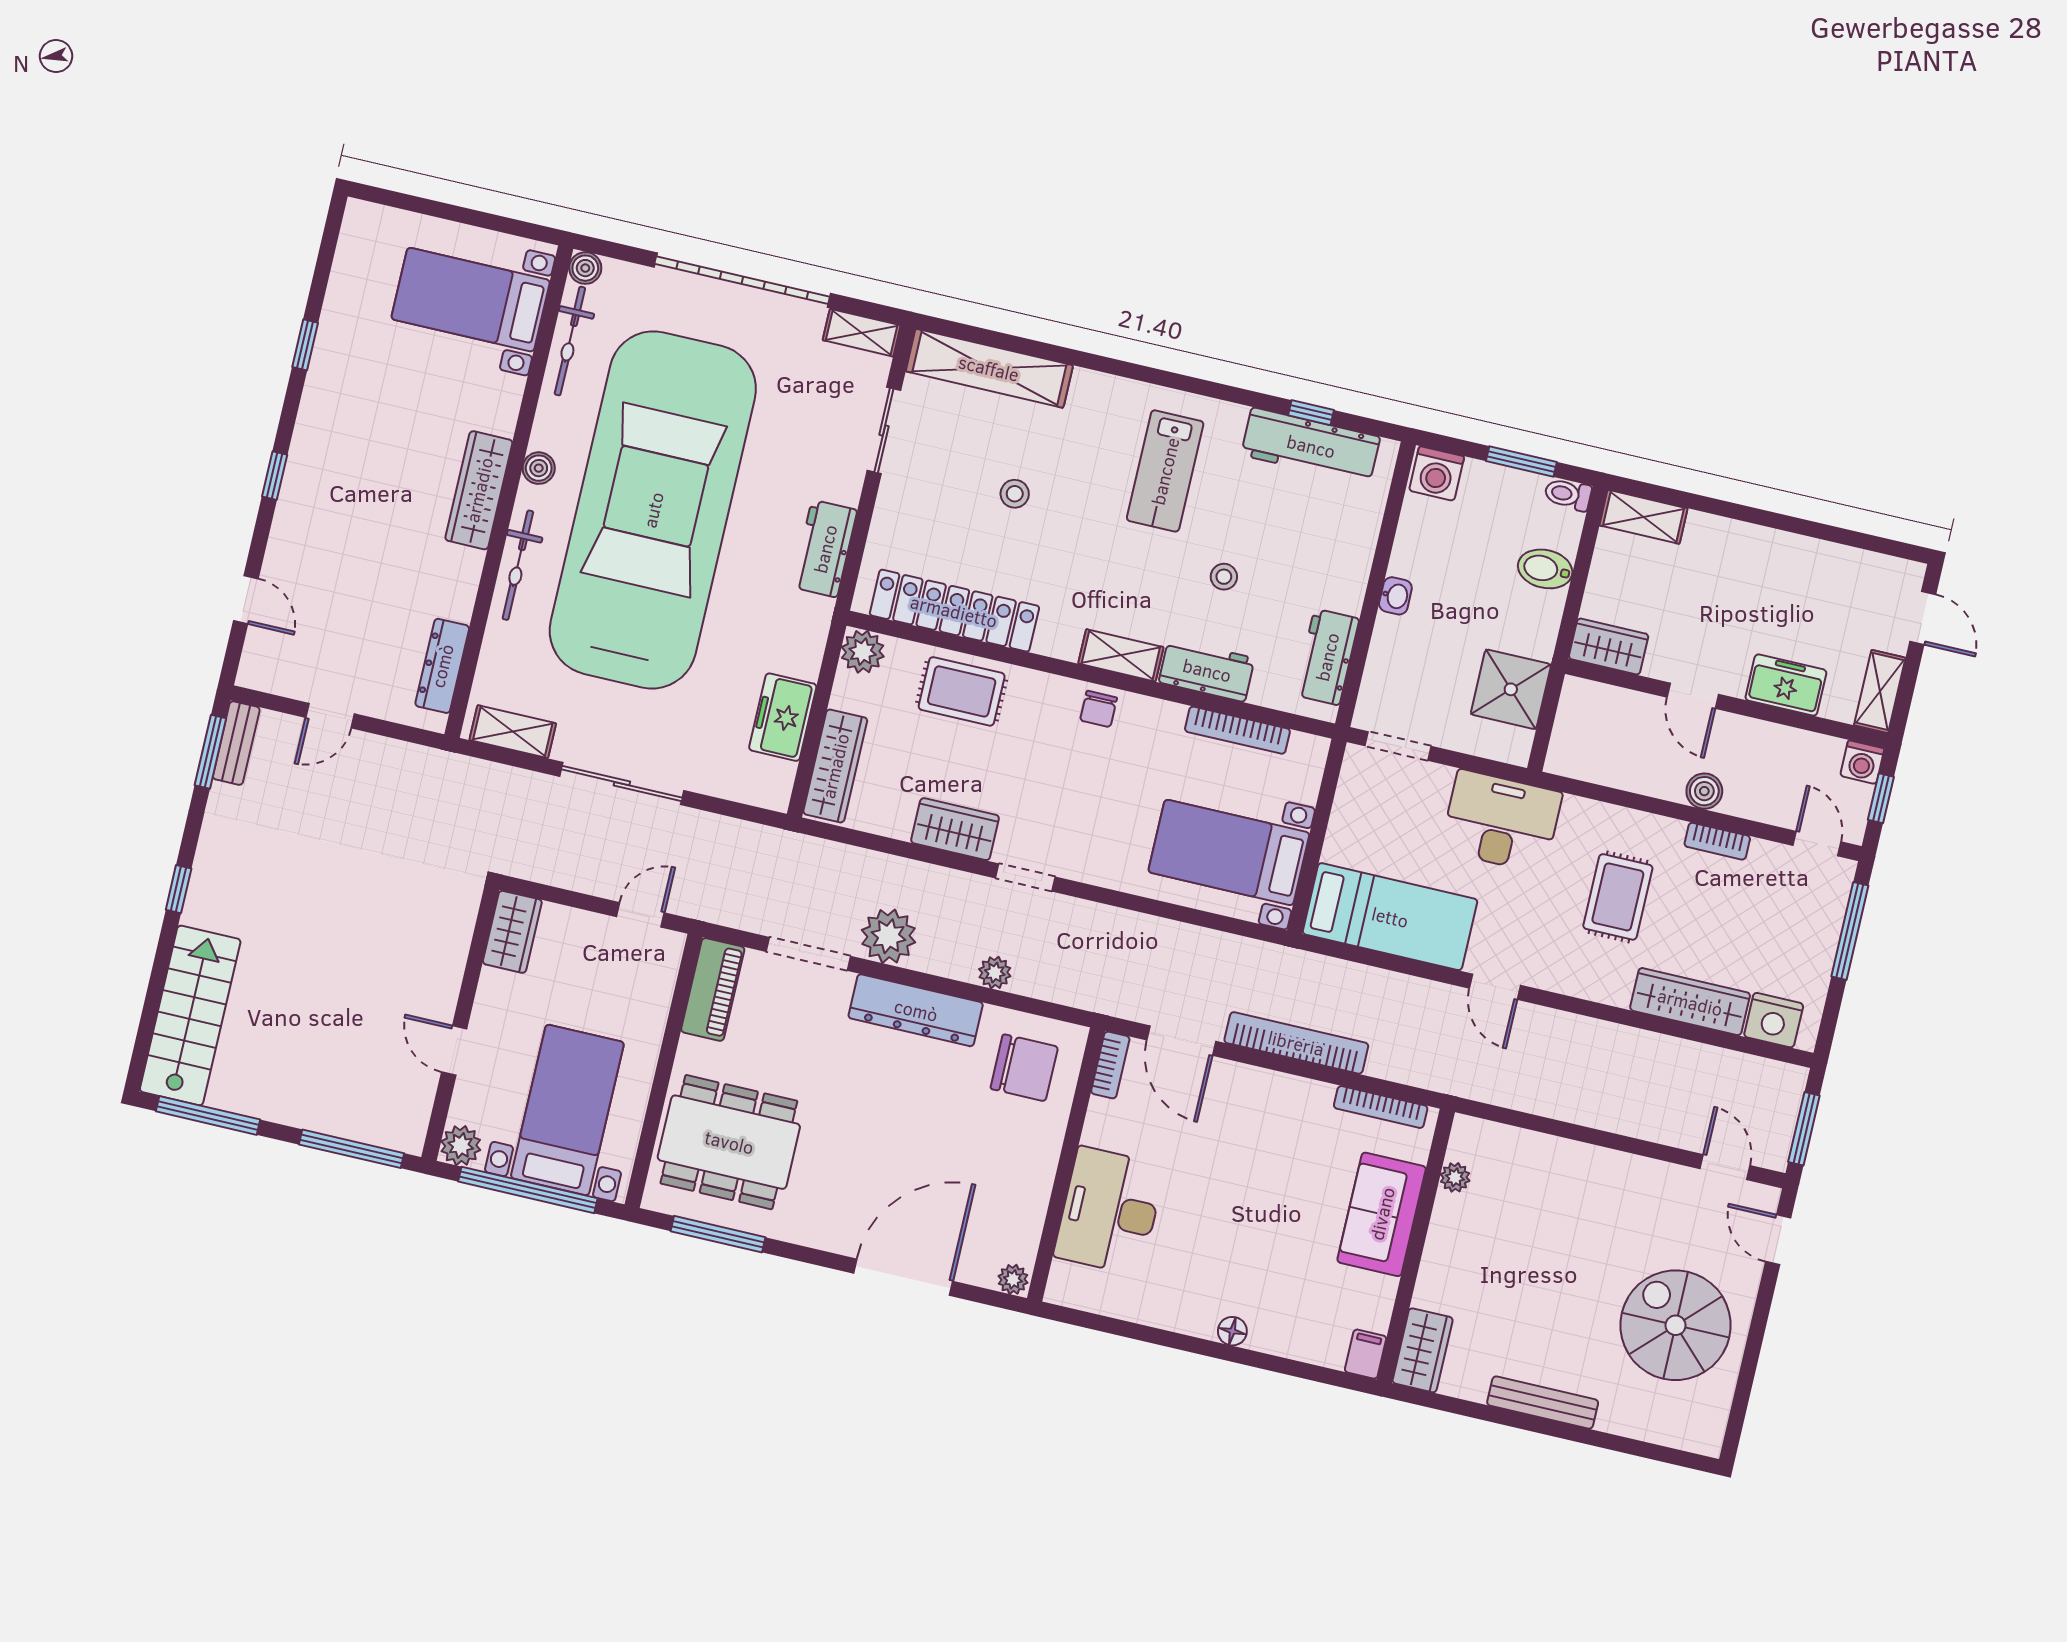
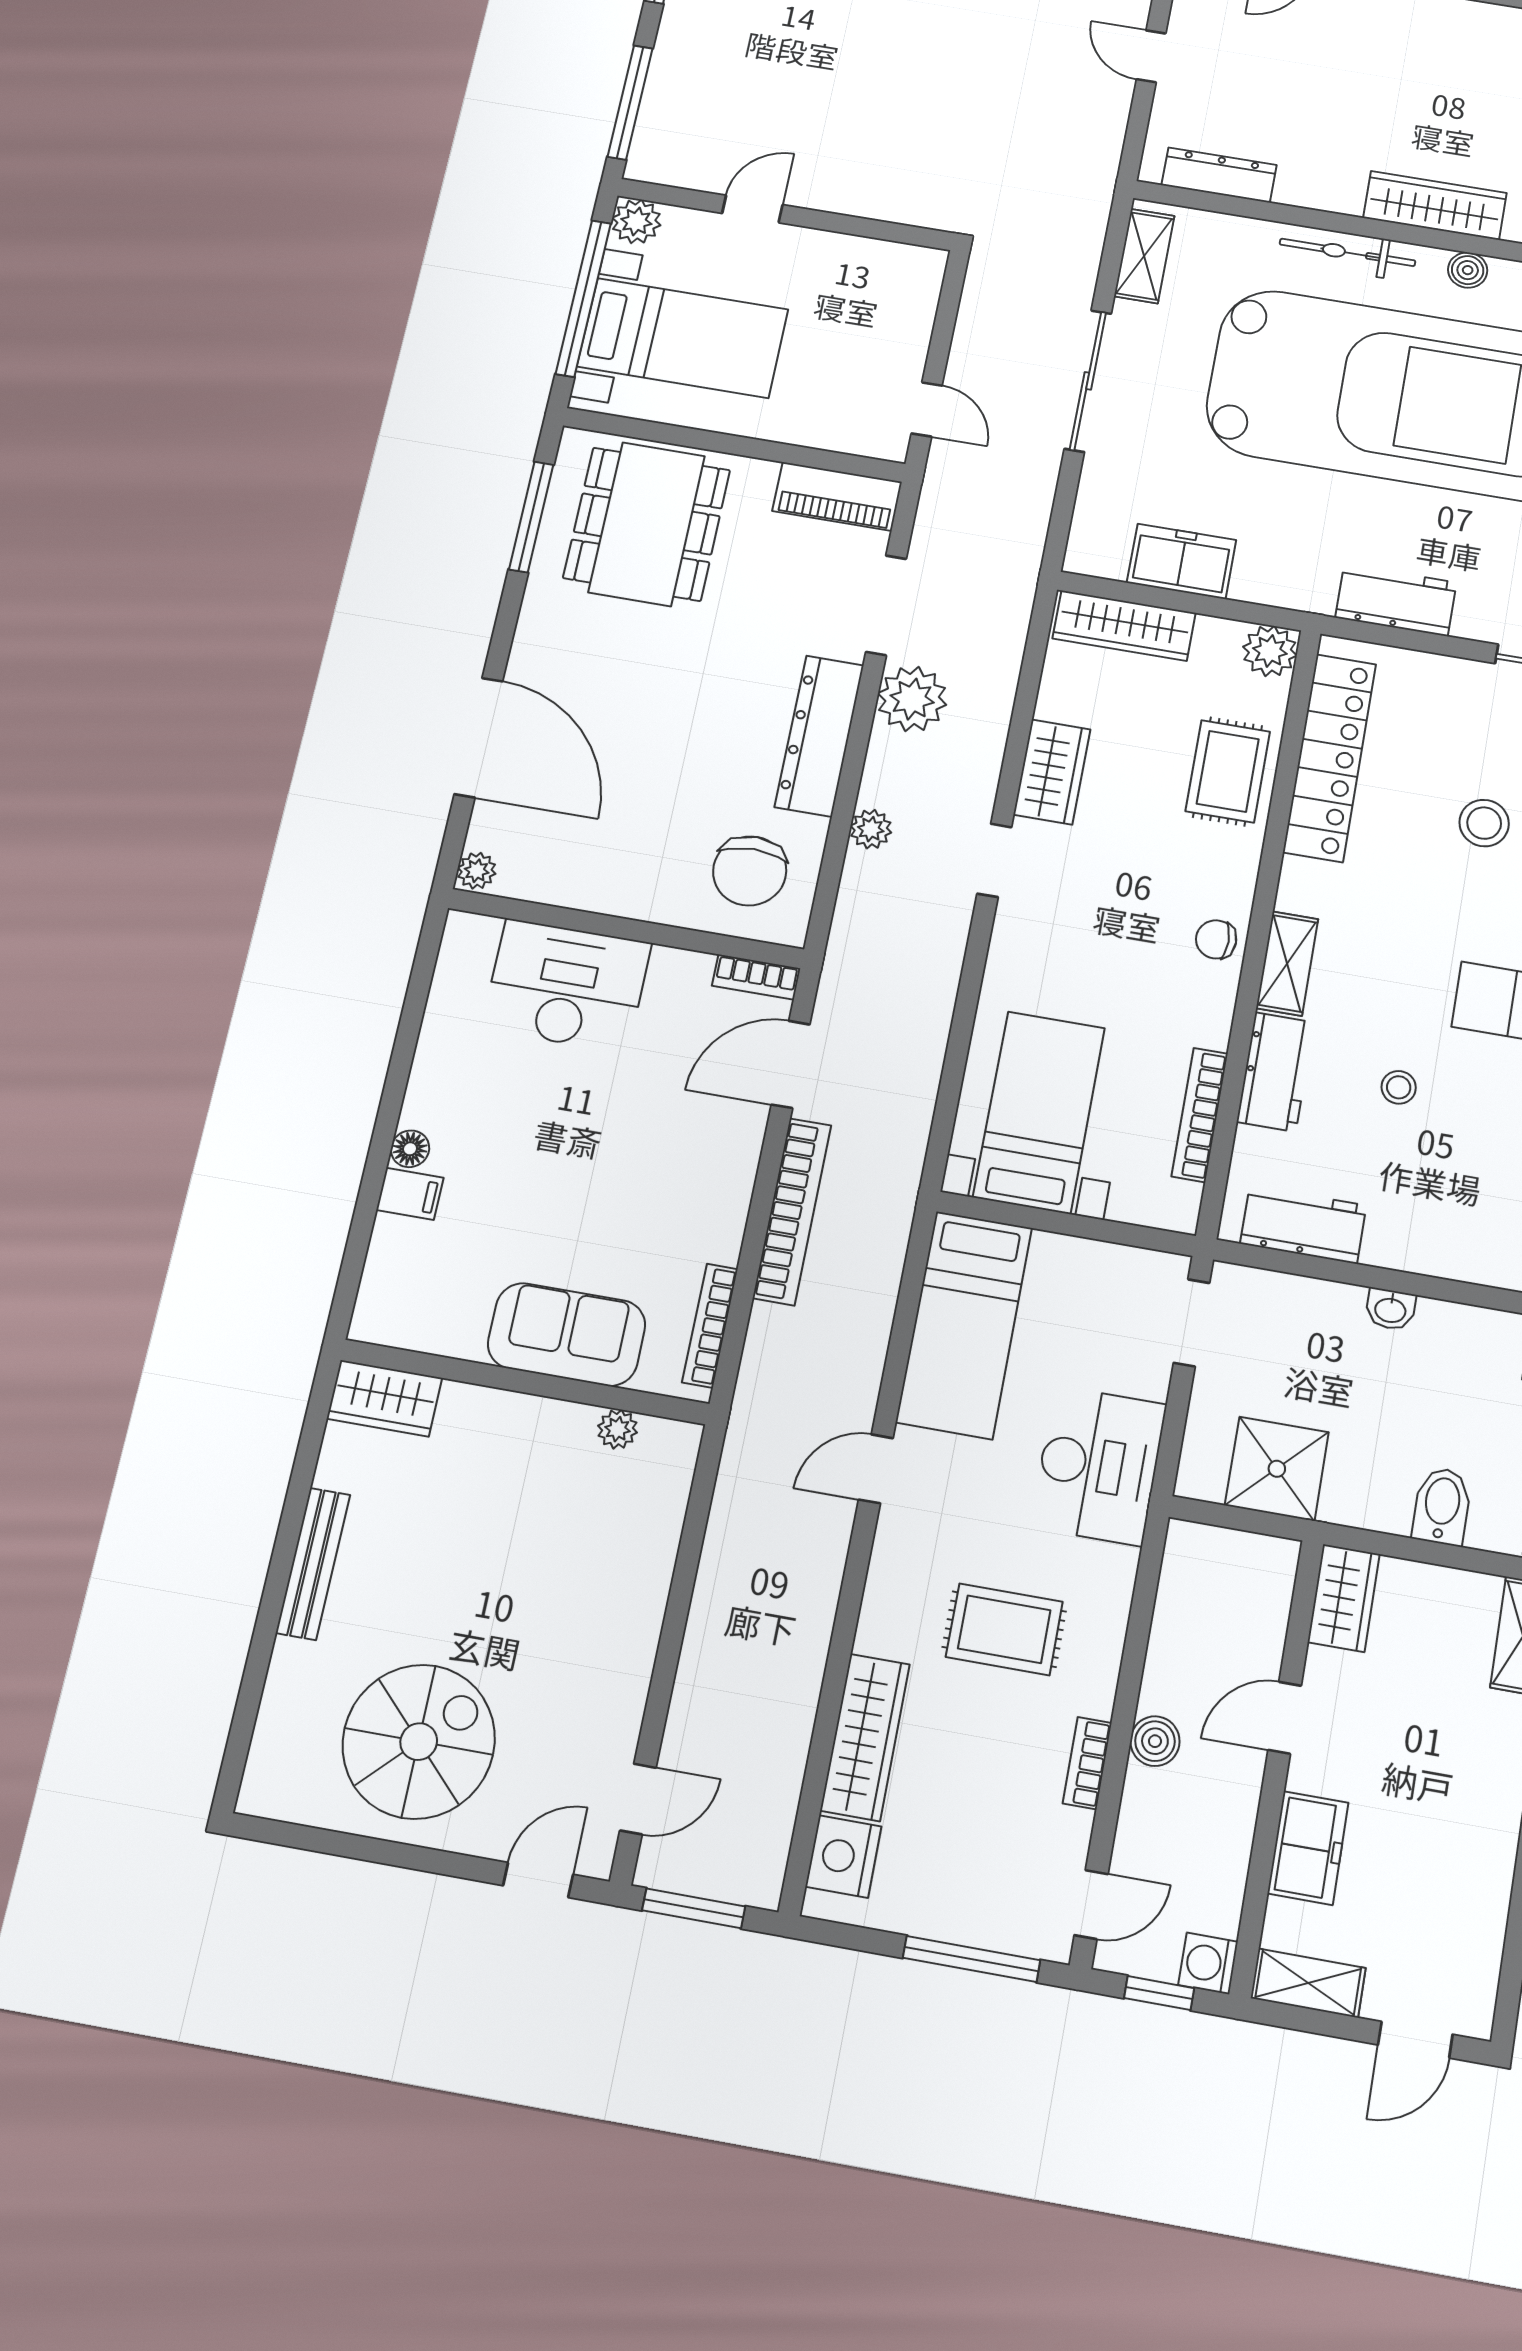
stool: (1015, 494) -> (1484, 823), width x1.37, depth x1.37
wardrobe: (512, 932) -> (900, 267), removed
filing cabinet: (1366, 1354) -> (410, 1194), moved

